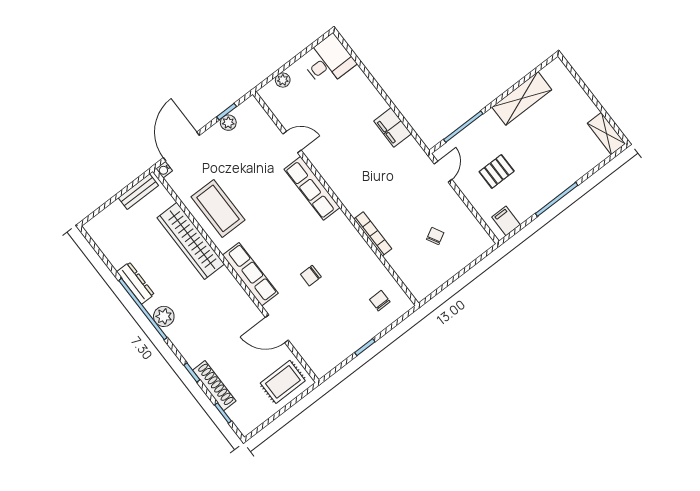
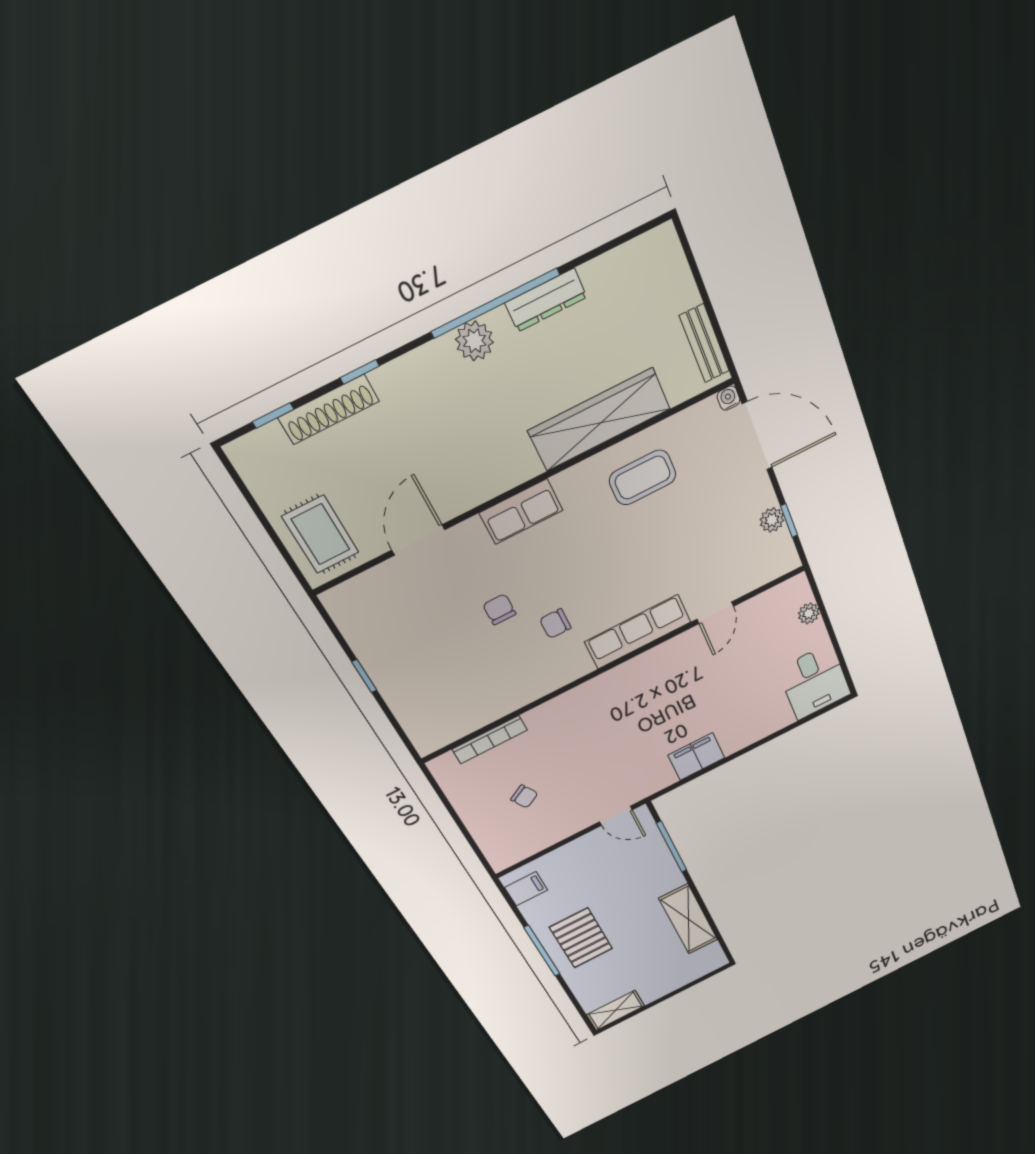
pallet: (497, 171) -> (581, 938), moved, width x1.50, depth x1.42
coffee table: (218, 208) -> (643, 478), width x0.73, depth x0.76
bookcase: (373, 234) -> (490, 740), moved
row of seats: (250, 274) -> (521, 512), width x0.68
chair: (380, 301) -> (555, 624), moved, turned 180

